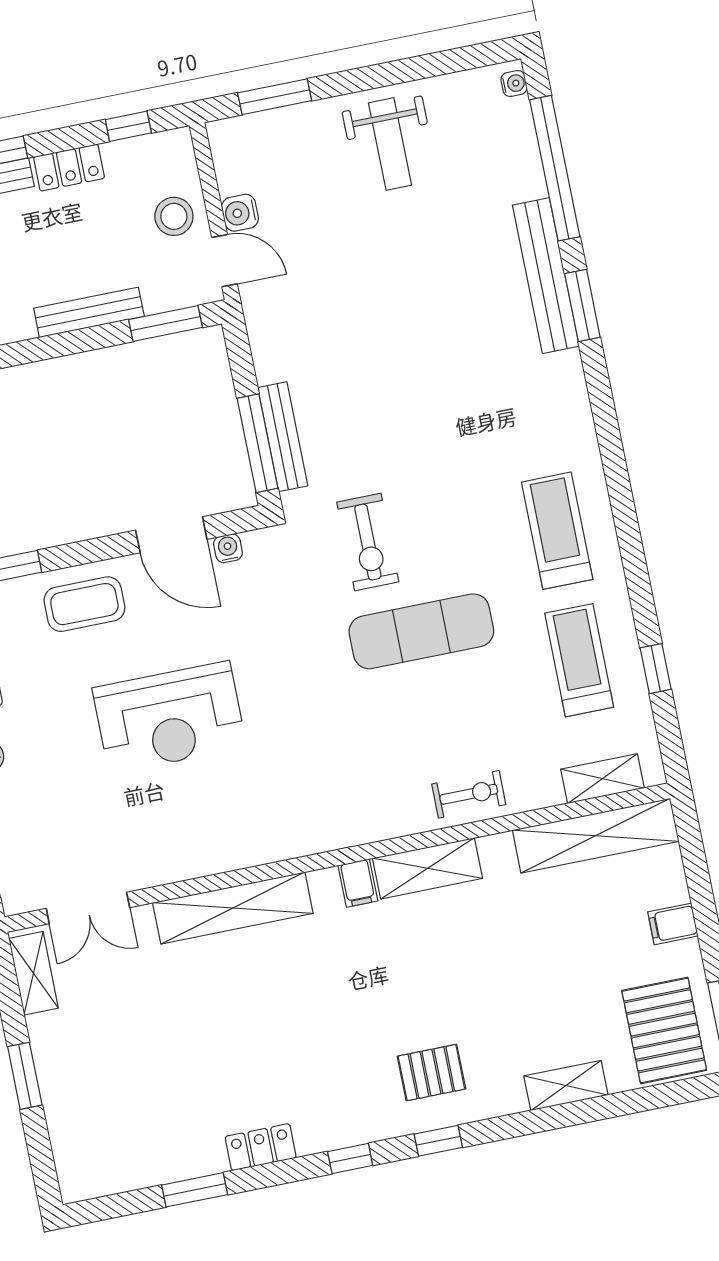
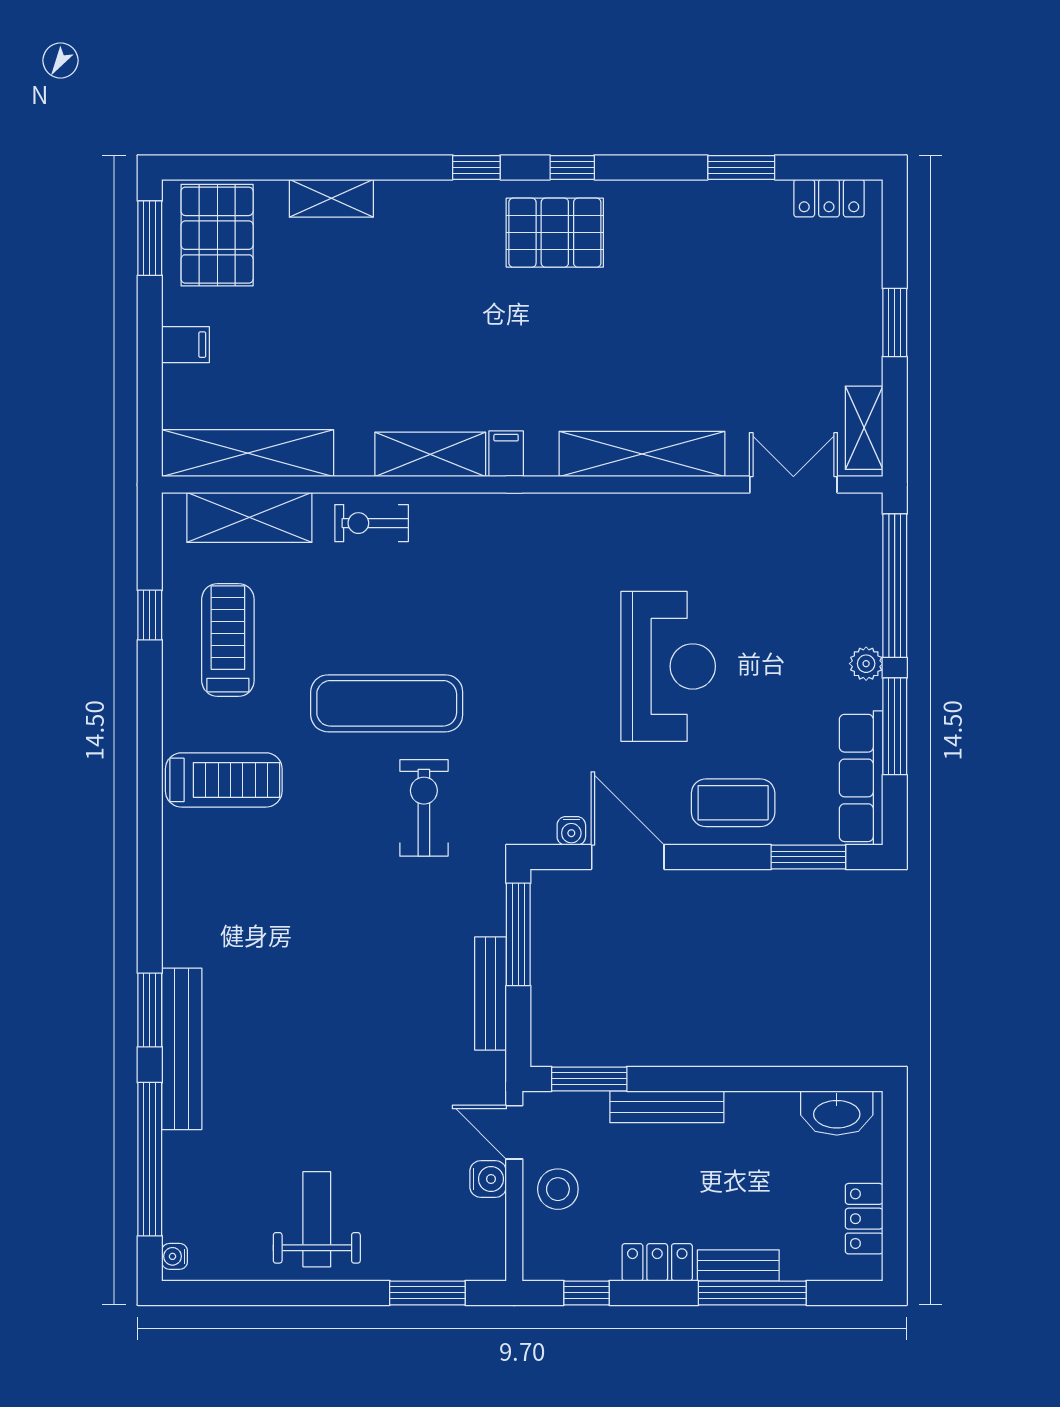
bench: (283, 437) -> (491, 994), moved
treadmill: (557, 531) -> (224, 780), turned -90
treadmill: (579, 660) -> (228, 640), turned 180
reception desk: (169, 717) -> (668, 666), turned 90
shelving: (602, 779) -> (249, 517), width x1.50, depth x1.33
pallet: (431, 1073) -> (555, 233), moved, width x1.50, depth x1.42
locker: (261, 1147) -> (829, 198), moved

